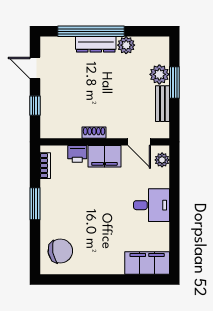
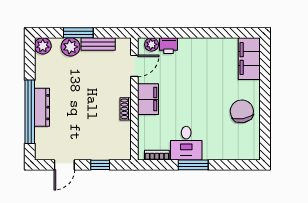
plant: (126, 45) -> (43, 46), moved
printer: (77, 154) -> (169, 46), moved, turned 90
desk: (151, 205) -> (186, 143), moved, turned 180
chair: (60, 251) -> (242, 111), moved

